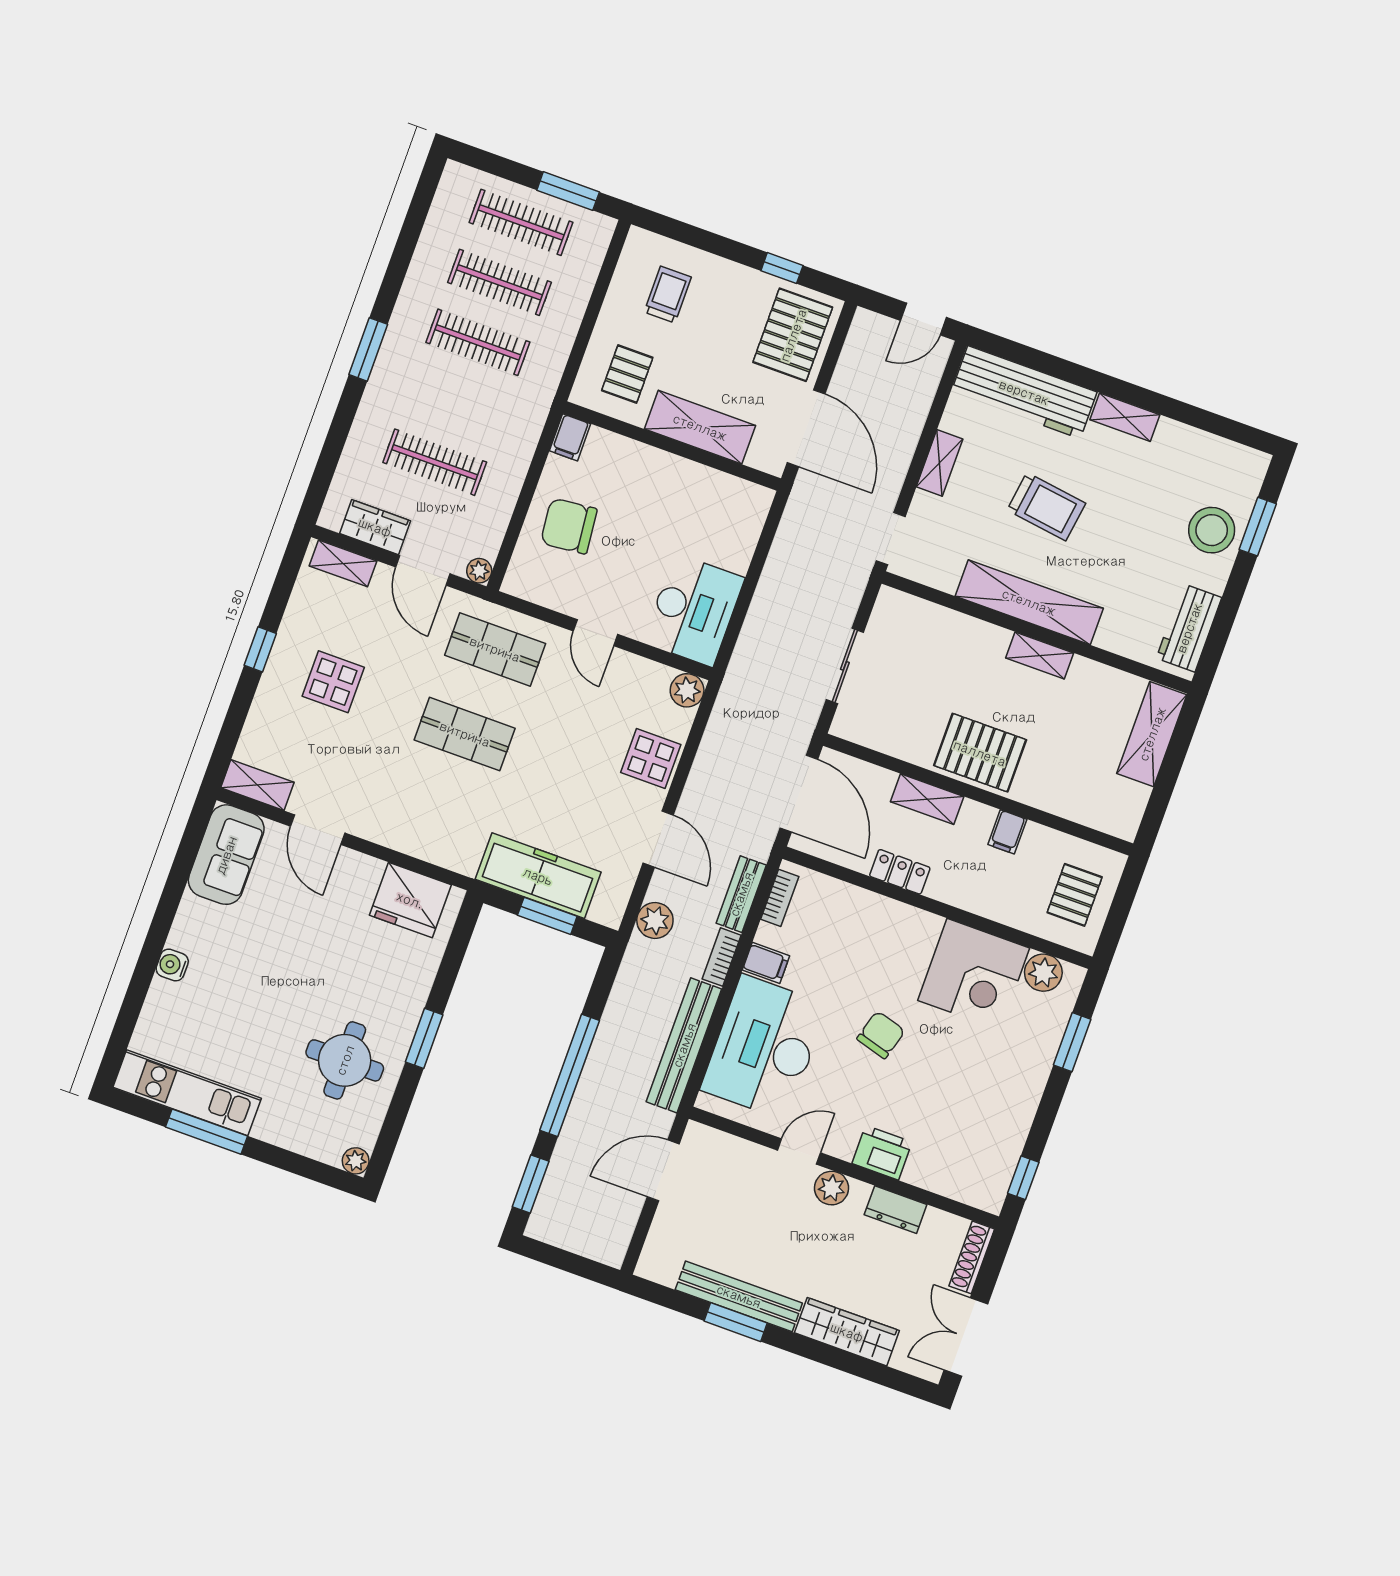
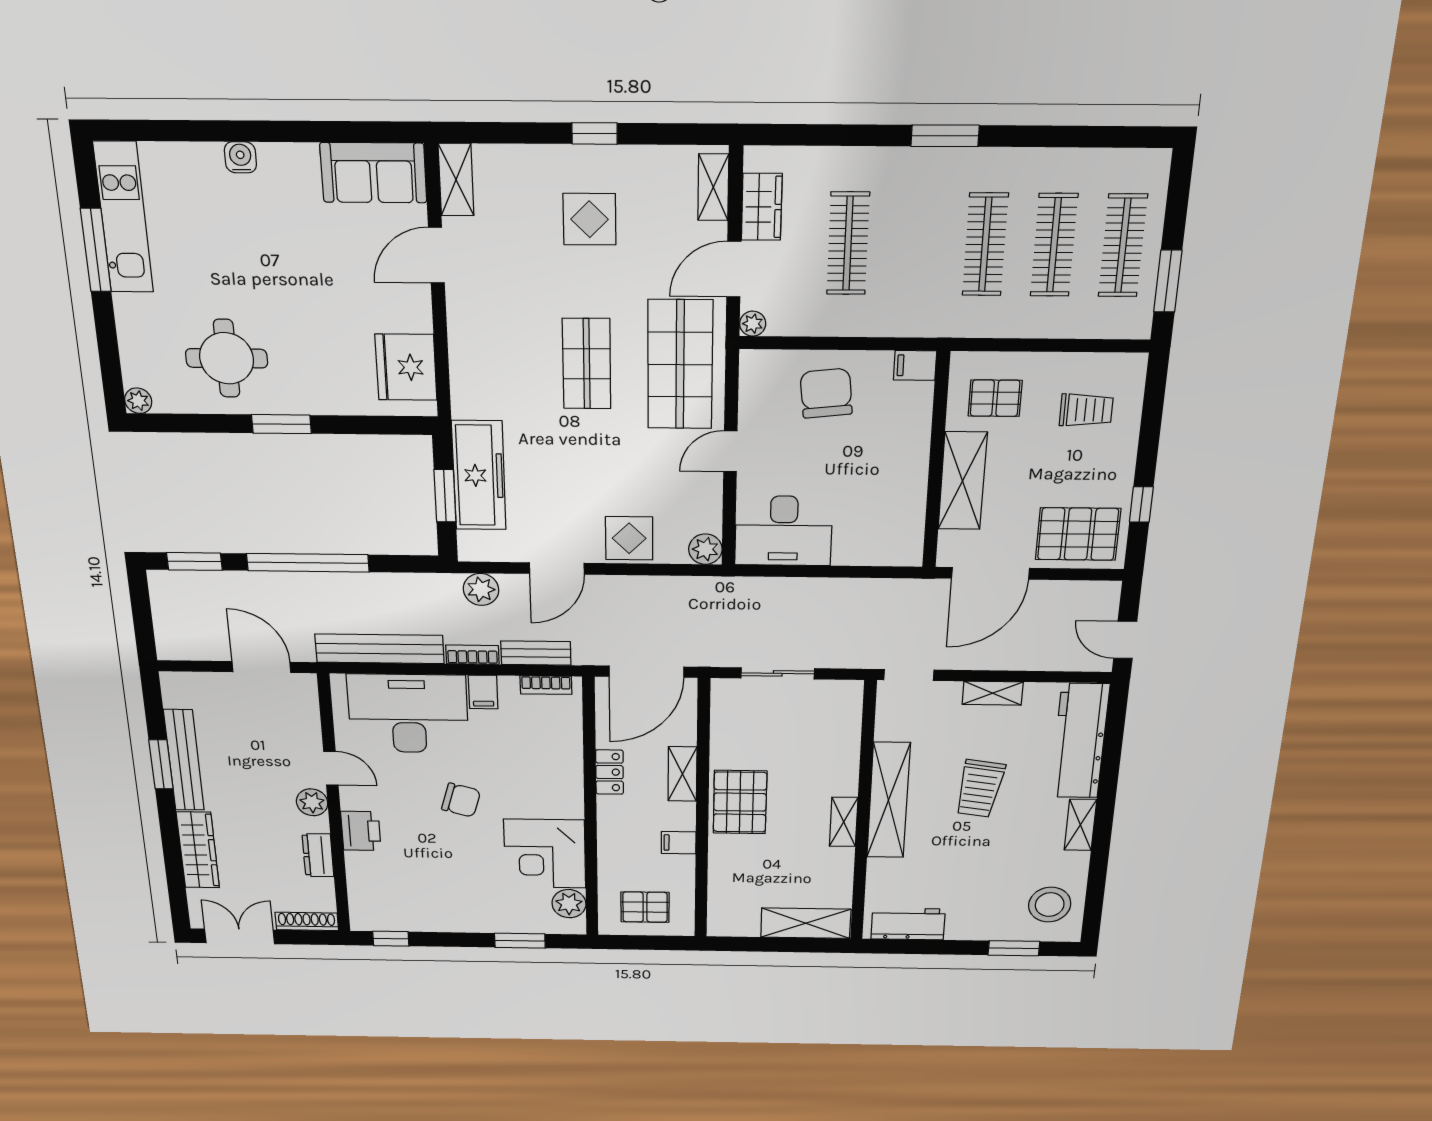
stool: (1212, 530) -> (1050, 905), moved
shop shelf: (495, 649) -> (680, 365), width x1.43, depth x1.36

